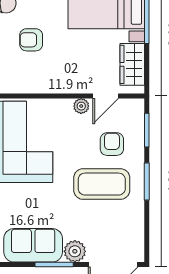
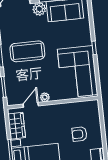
armchair: (31, 40) -> (79, 134), turned 180
armchair: (112, 144) -> (24, 76), removed

